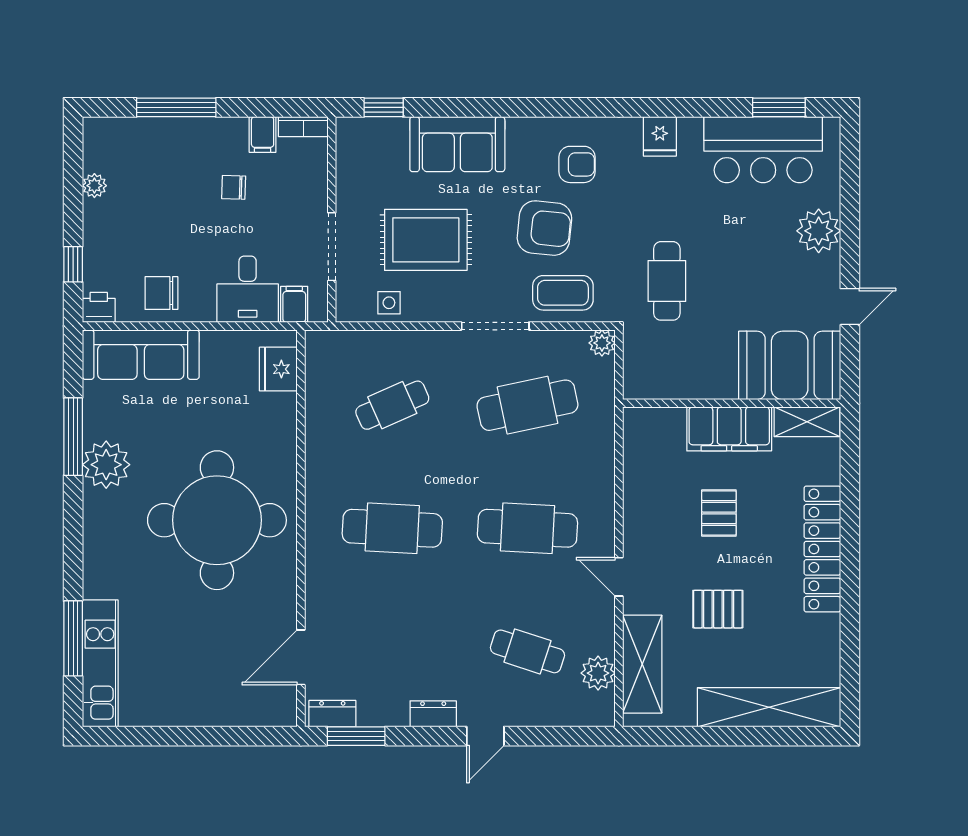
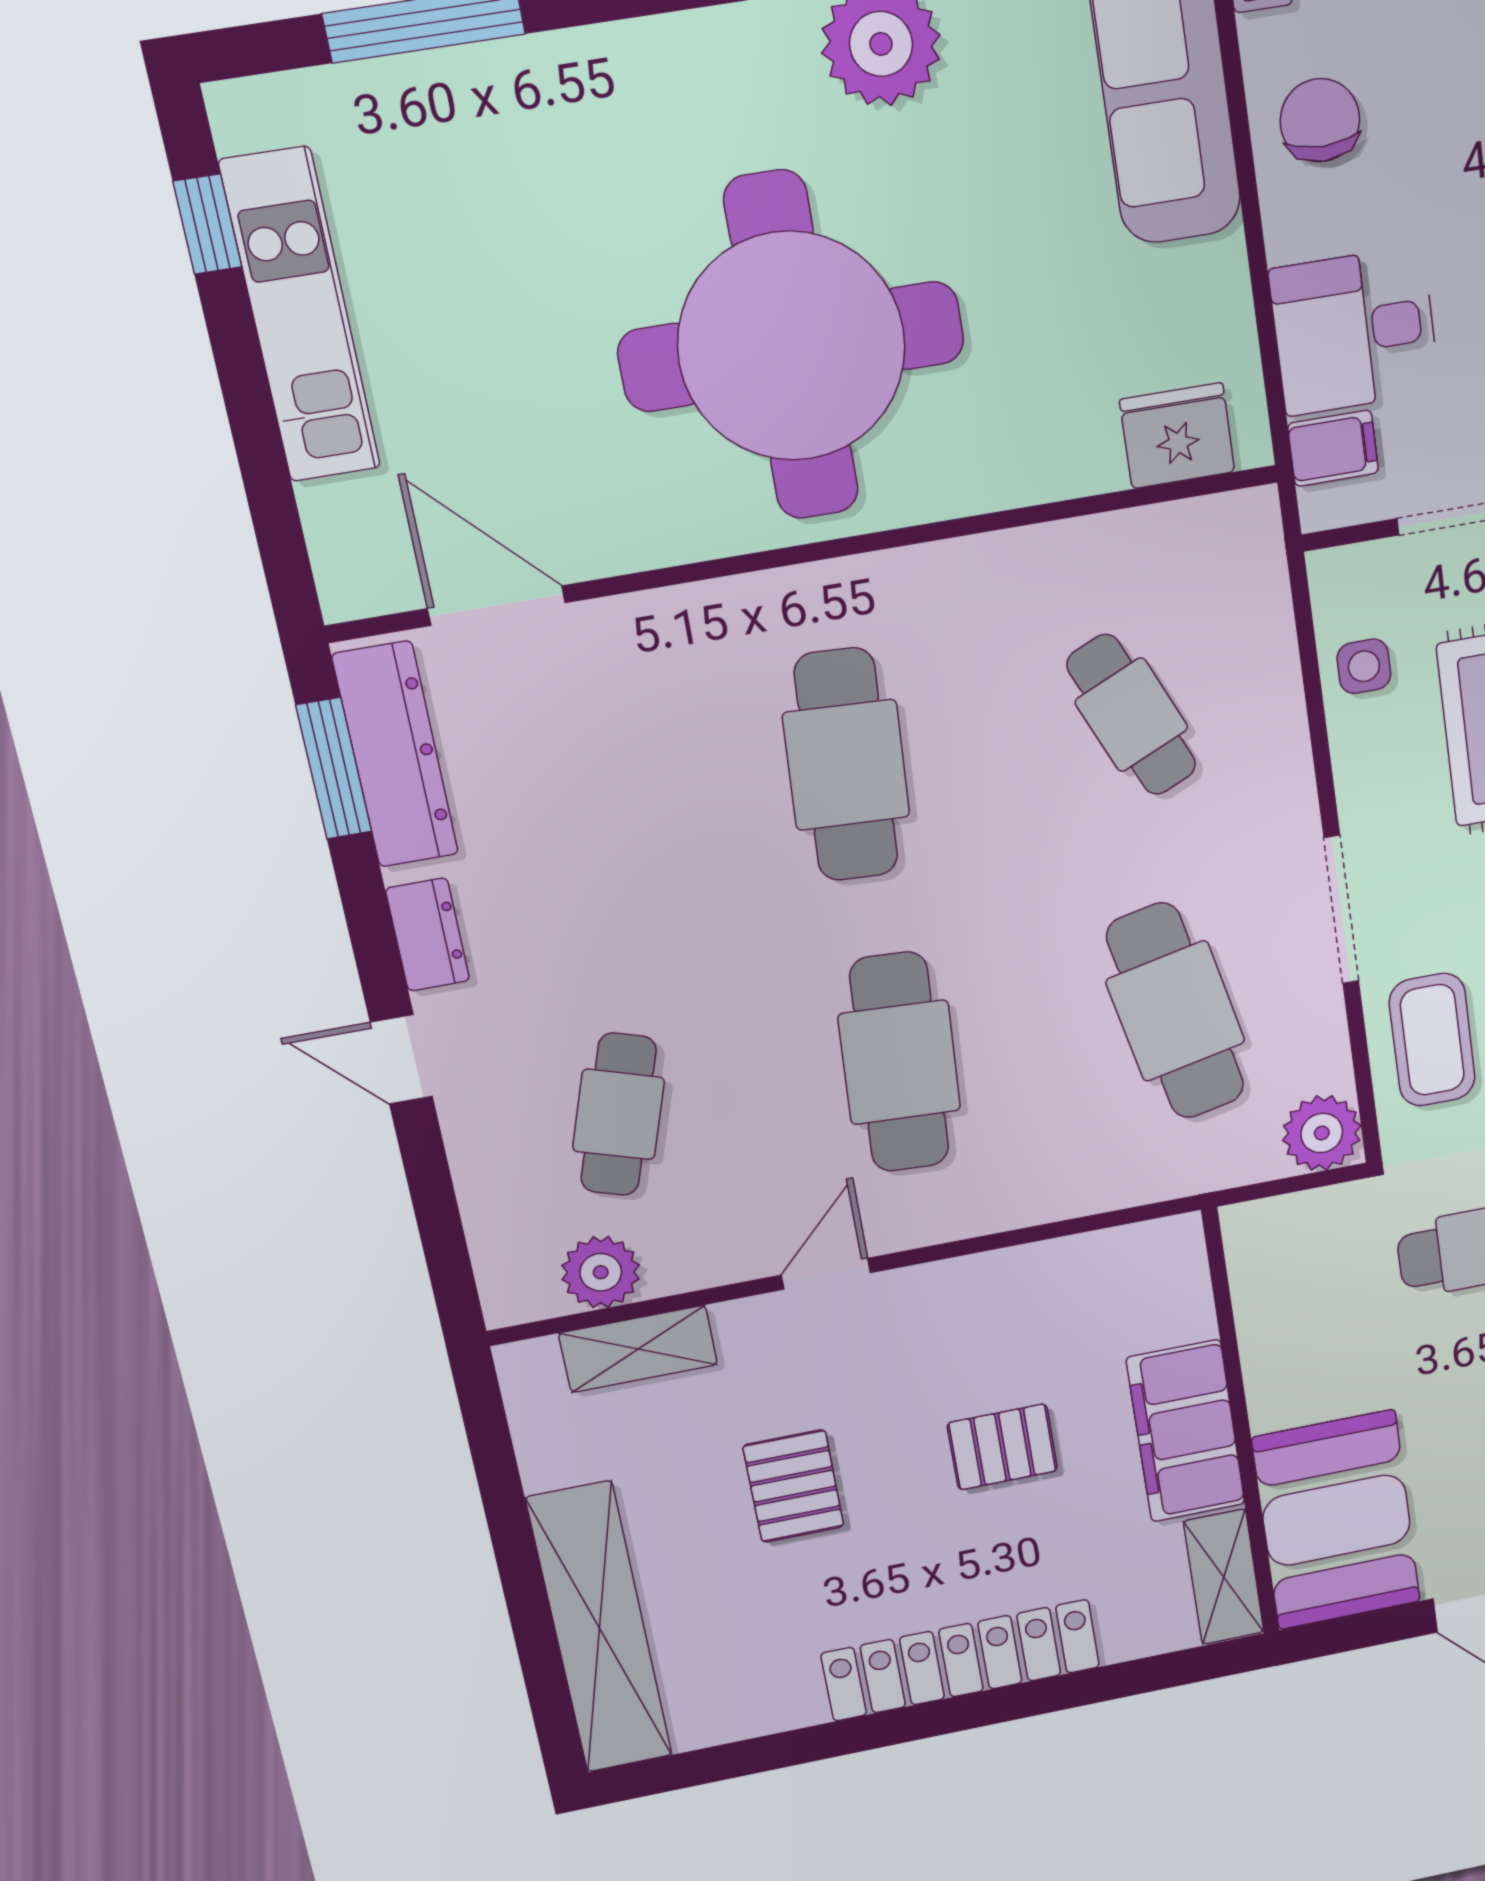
plant: (602, 343) -> (1322, 1133), width x1.38, depth x1.38
kitchen unit: (100, 663) -> (300, 316), moved, turned -90
shelving: (642, 664) -> (638, 1349), width x0.67, depth x0.75
dresser: (332, 714) -> (395, 755), width x1.96, depth x1.24
window: (134, 736) -> (207, 224), added

